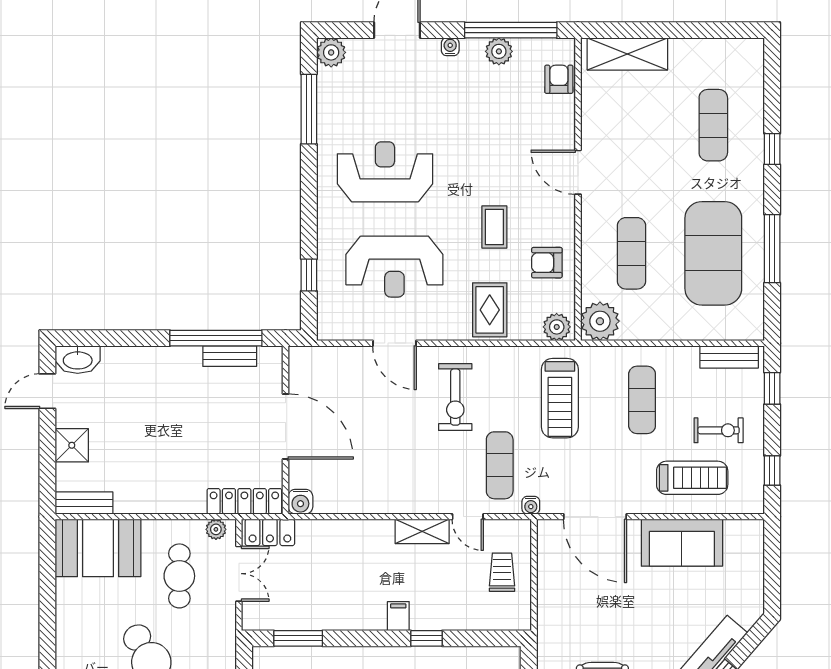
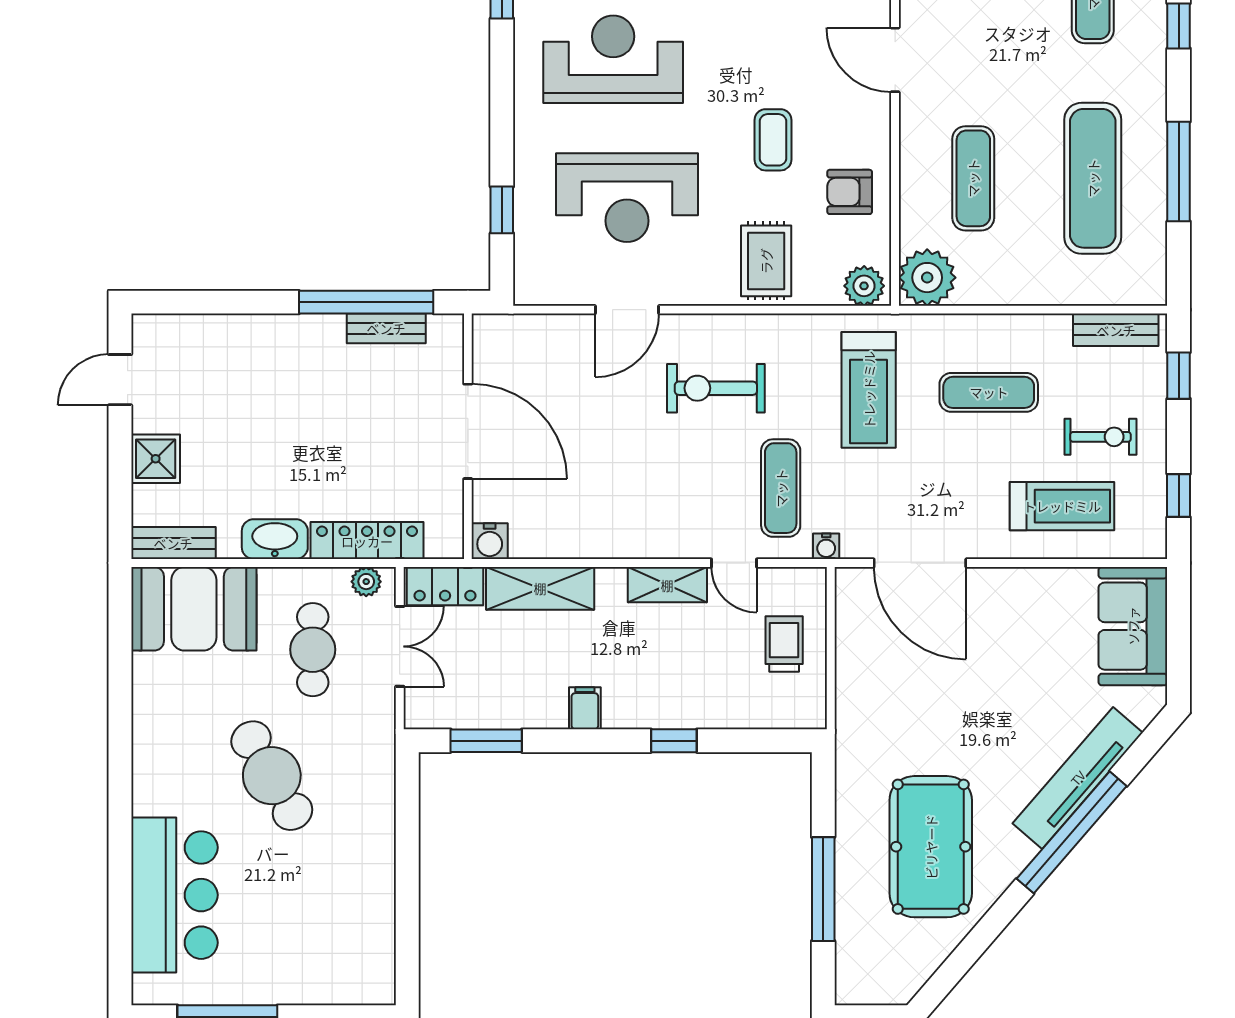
exercise mat: (713, 253) -> (1093, 178), width x0.68
door: (394, 343) -> (627, 310), hinge flipped
washbasin: (78, 360) -> (275, 539), moved, turned 180
exercise bike: (455, 397) -> (716, 388), turned 90
exercise mat: (642, 400) -> (989, 392), turned 90
locker: (244, 501) -> (367, 541), moved
shelving: (335, 534) -> (540, 588), added
sofa: (682, 543) -> (1133, 626), moved, turned 90
filing cabinet: (398, 616) -> (585, 708), moved

